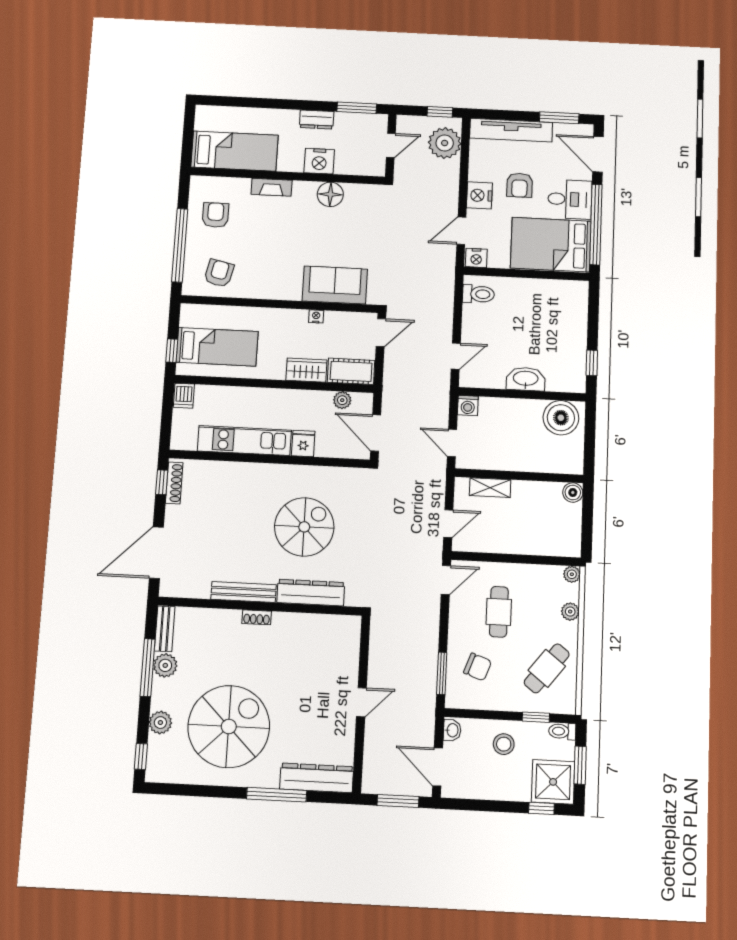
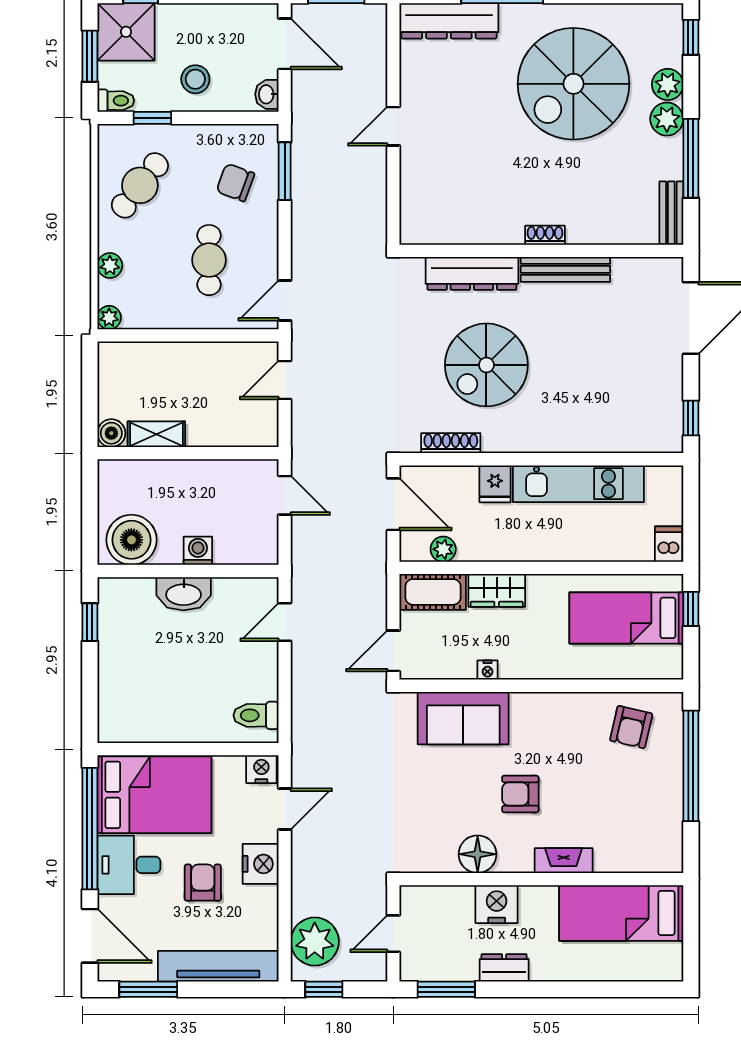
armchair: (216, 215) -> (520, 794), moved, turned 90
washing machine: (468, 405) -> (198, 551), moved
shoe rack: (174, 483) -> (451, 443), moved, turned 90
shelving: (490, 488) -> (156, 434), moved
plant: (165, 665) -> (667, 119), moved

